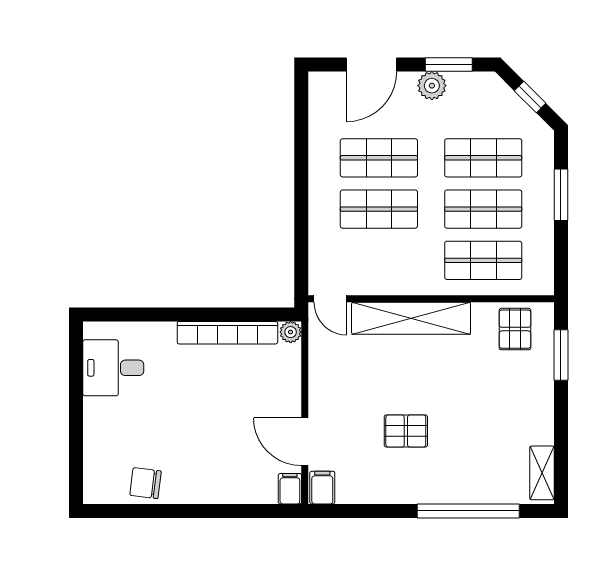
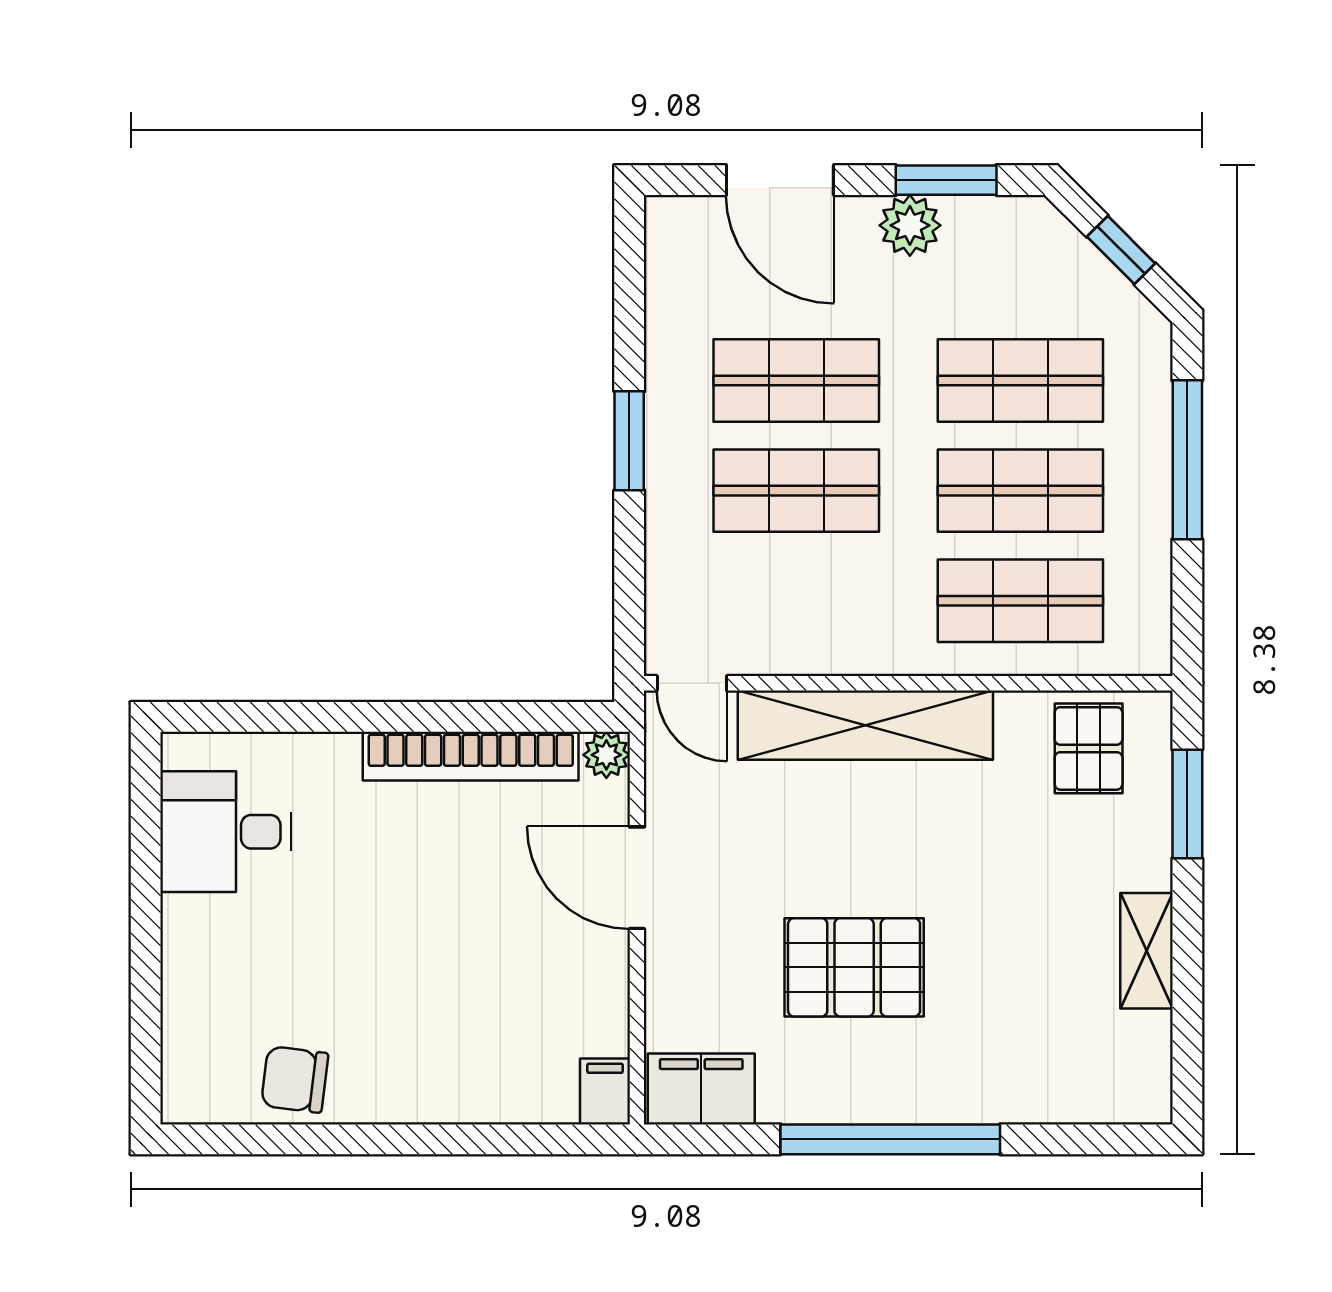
door: (371, 65) -> (780, 180), hinge flipped
window: (301, 186) -> (629, 441), added
window: (561, 195) -> (1187, 460), width x1.44
pallet: (406, 431) -> (854, 967), width x1.50, depth x1.42
door: (305, 442) -> (637, 878), moved
shelving: (542, 473) -> (1146, 951), moved
filing cabinet: (322, 488) -> (701, 1089), width x2.00
window: (468, 511) -> (890, 1139), moved

